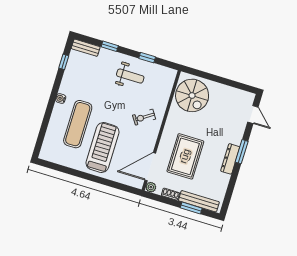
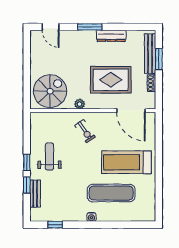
bench: (86, 48) -> (35, 194), moved
window: (147, 58) -> (27, 162), moved
door: (253, 115) -> (51, 27), swing flipped
dresser: (230, 159) -> (111, 36), moved
plant: (151, 187) -> (80, 104), moved

